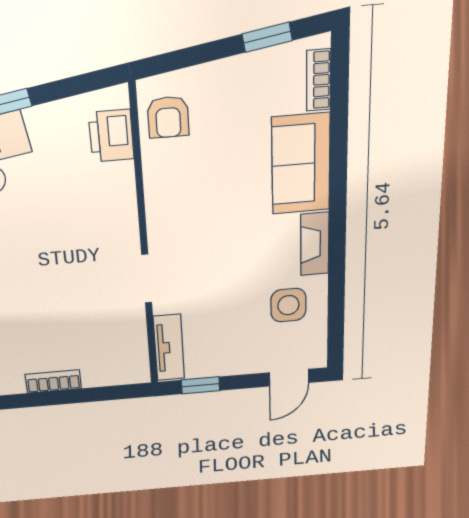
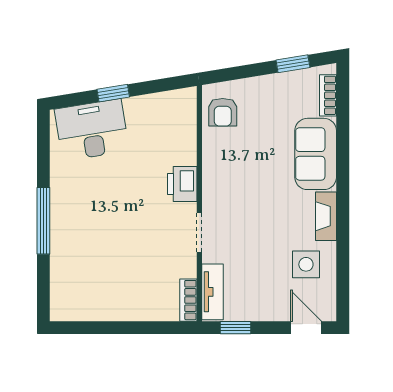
printer: (111, 136) -> (182, 184), moved
door: (289, 378) -> (306, 328), swing flipped
bookcase: (53, 381) -> (188, 300), moved, turned -90

